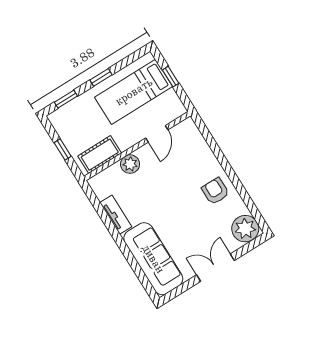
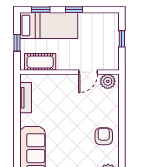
bed: (134, 92) -> (49, 26), moved, turned 180
plant: (130, 164) -> (108, 81), moved
tv unit: (116, 215) -> (26, 98), moved

